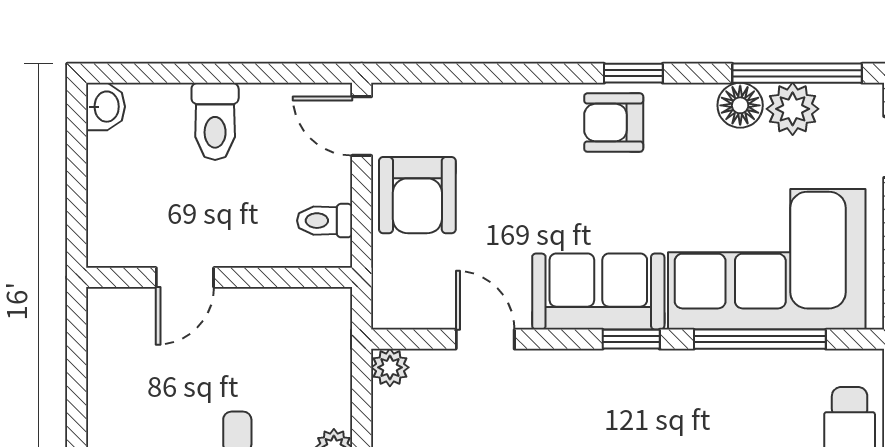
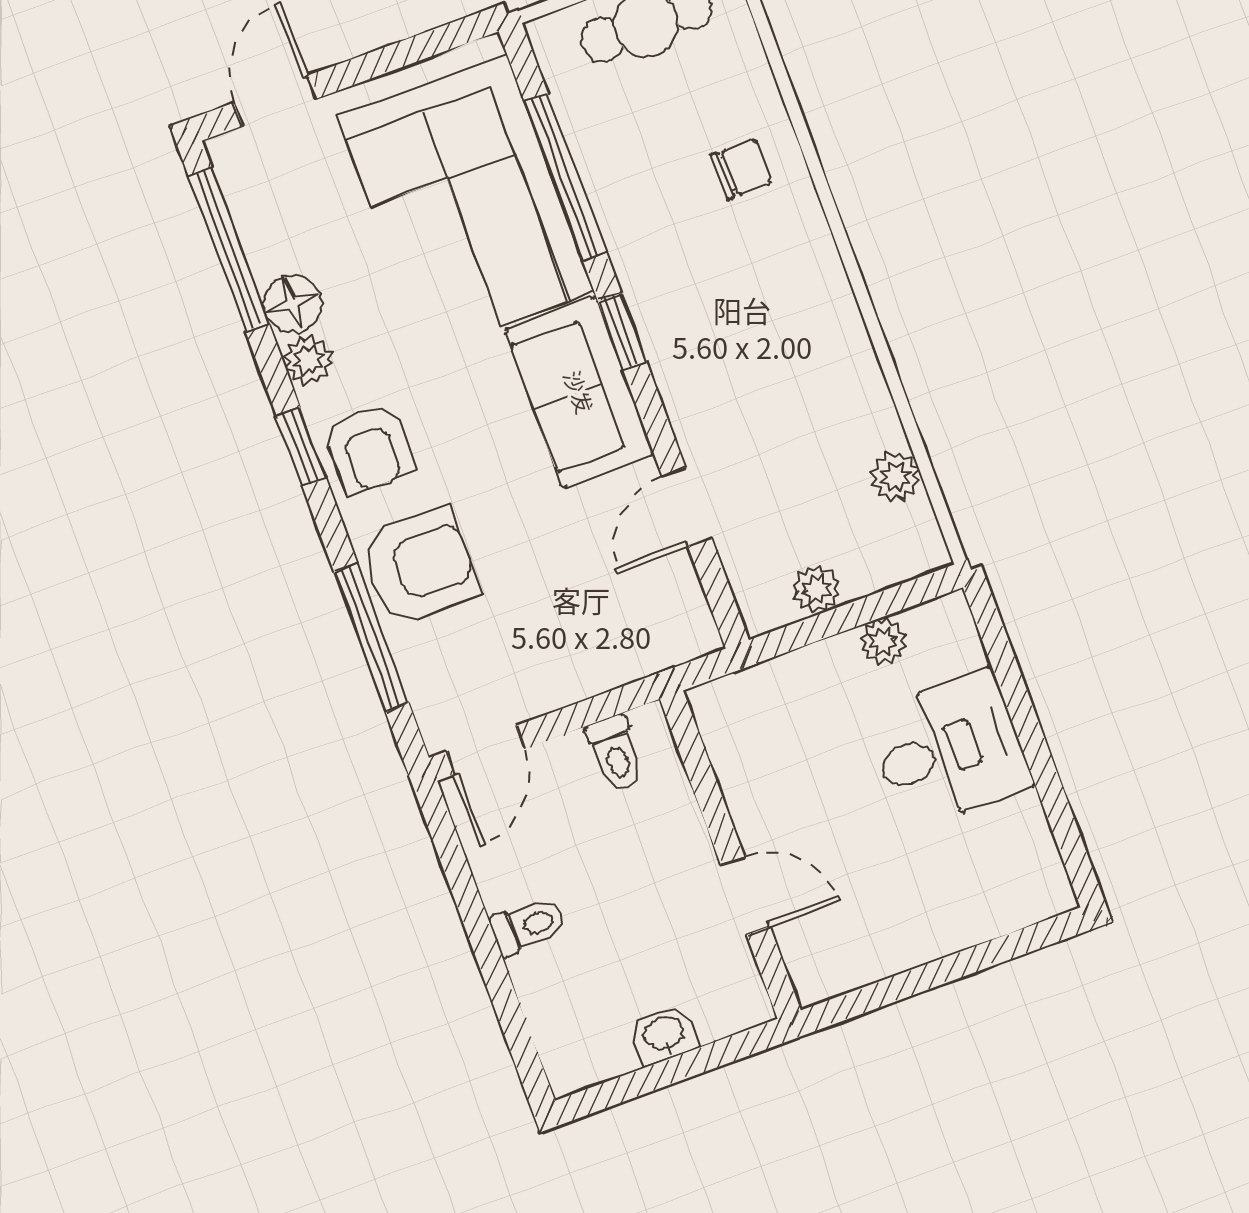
window: (475, 73) -> (371, 637), added
washbasin: (105, 107) -> (664, 1034), moved
plant: (793, 109) -> (308, 360), moved, width x0.73, depth x0.73
toilet: (215, 121) -> (529, 926), width x0.73, depth x0.72
armchair: (417, 195) -> (419, 566), moved
plant: (390, 367) -> (816, 590), moved

